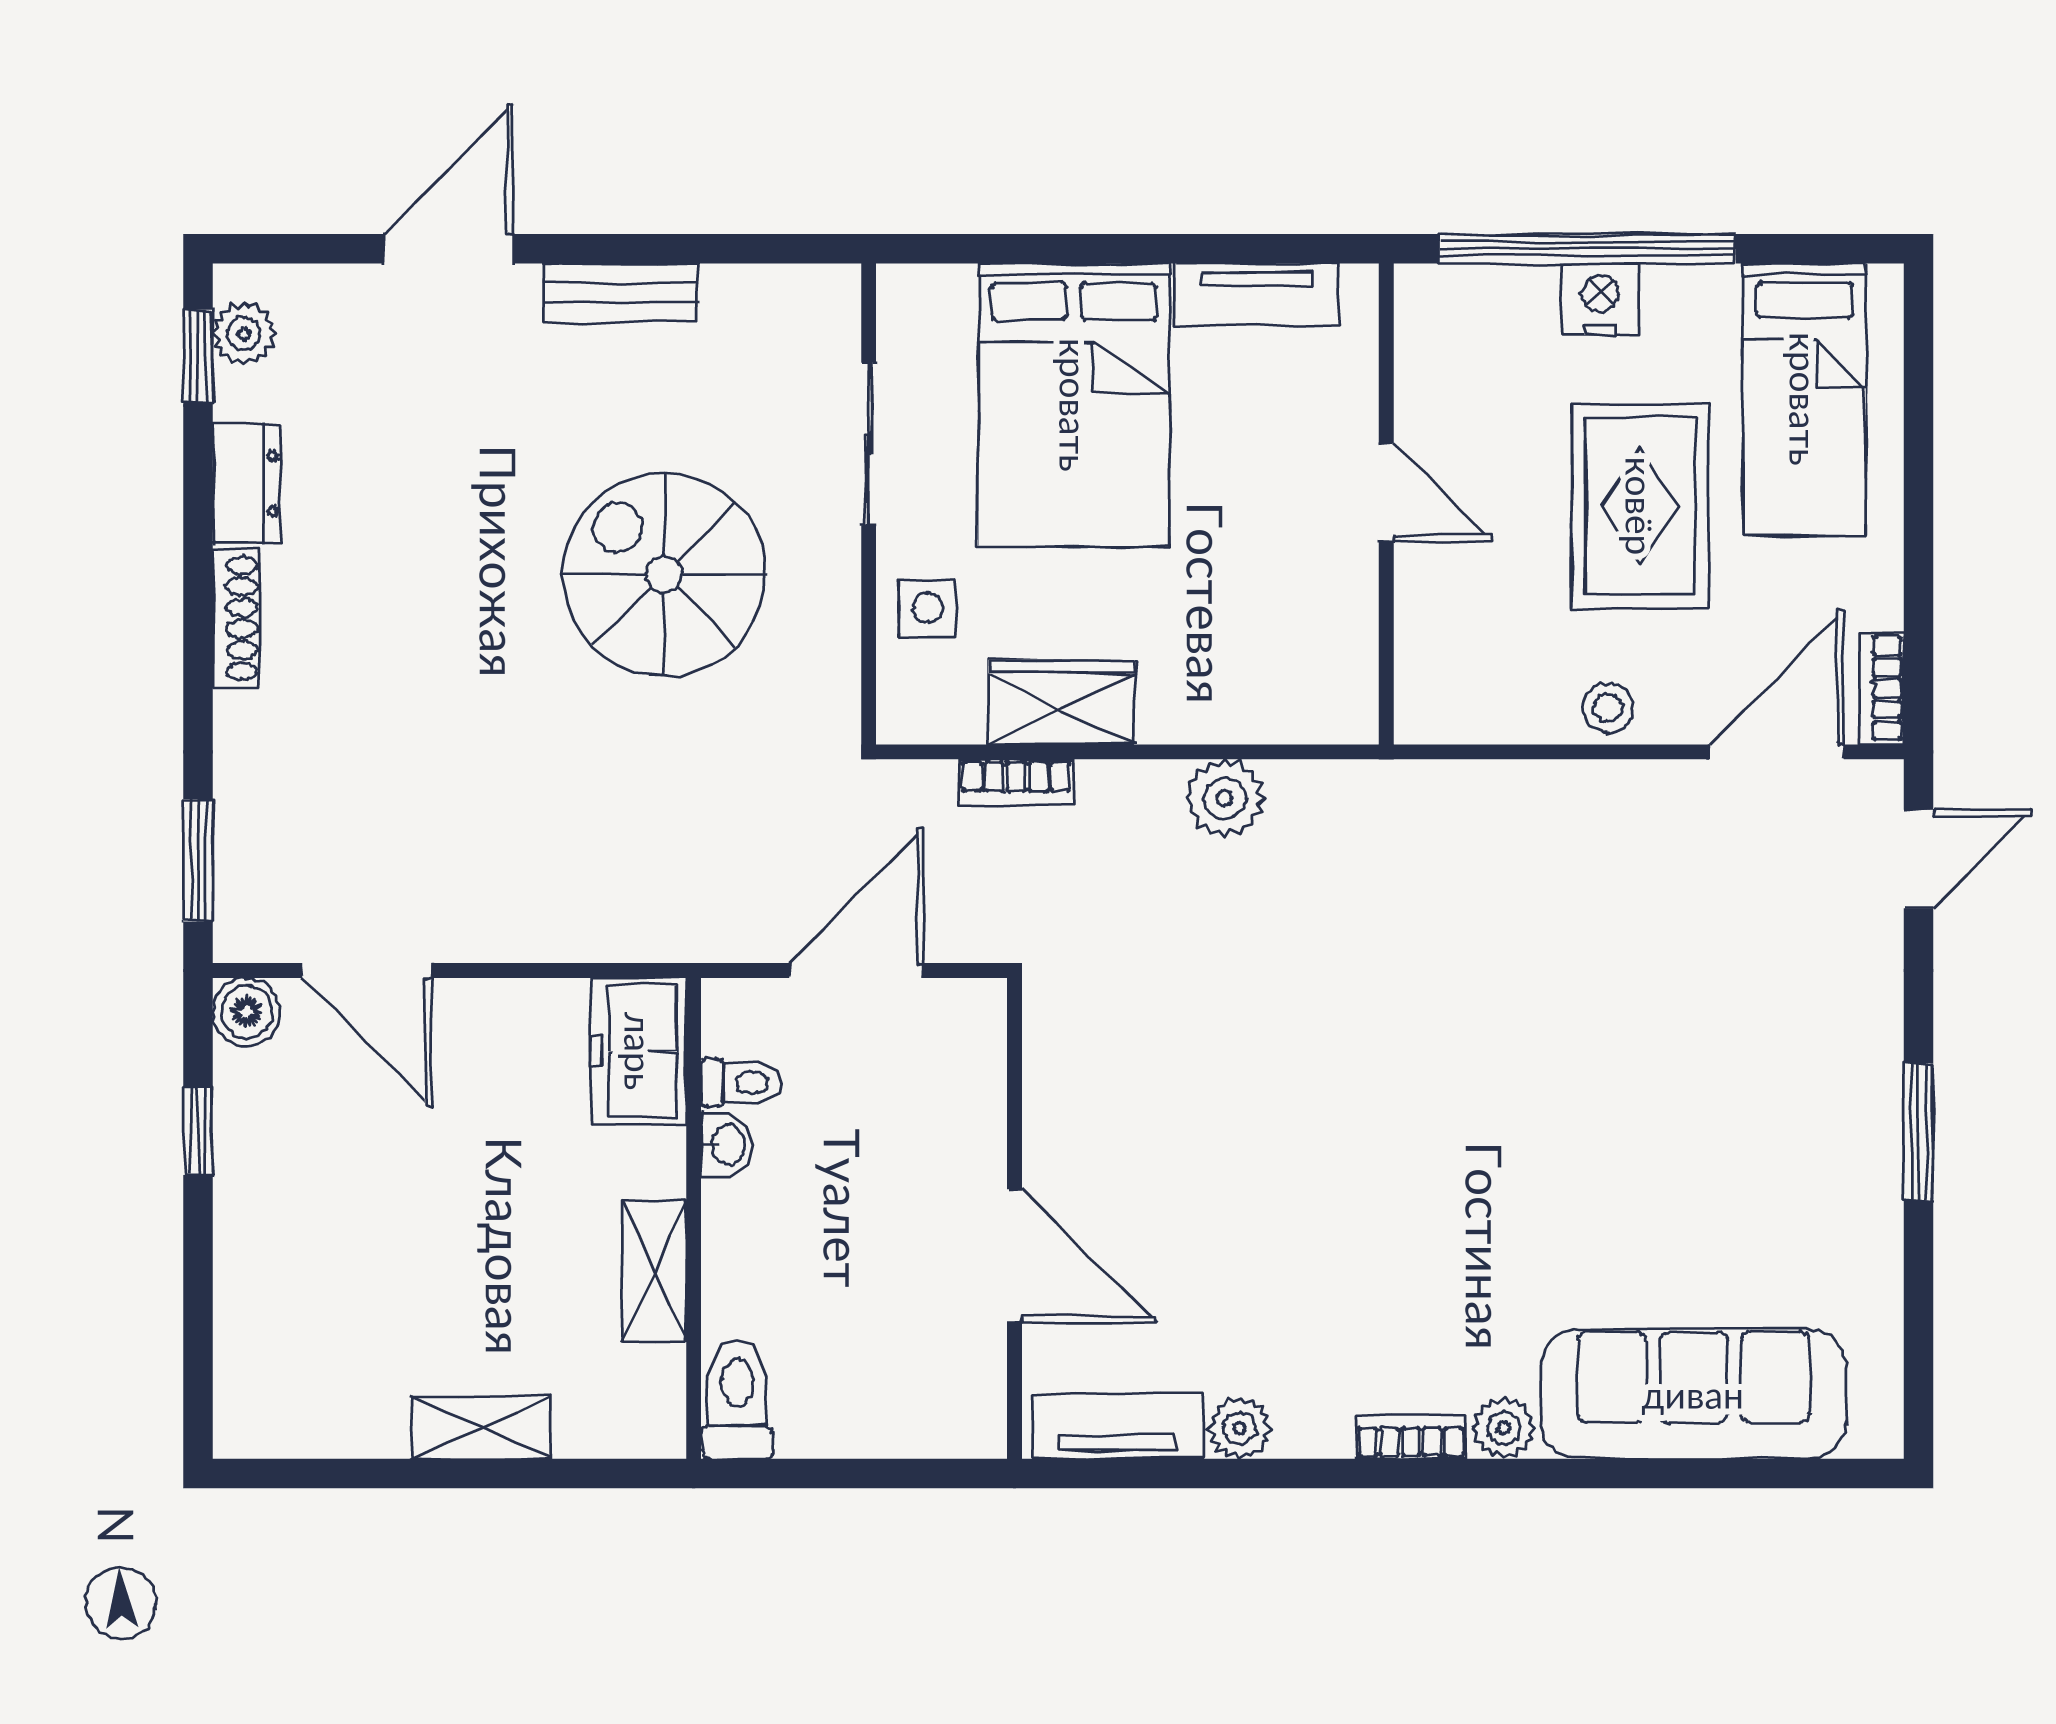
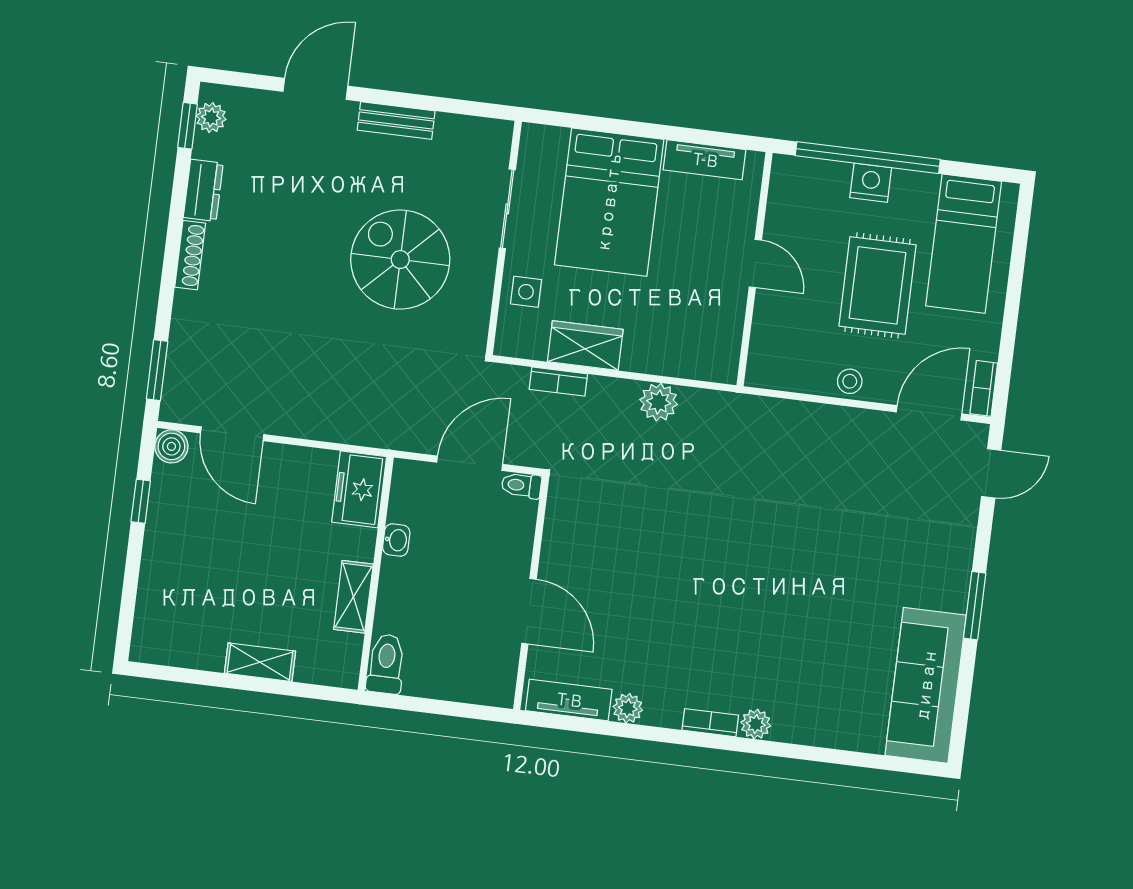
toilet: (741, 1083) -> (521, 485), moved, turned 180
sofa: (1693, 1394) -> (926, 685), moved, turned -90

